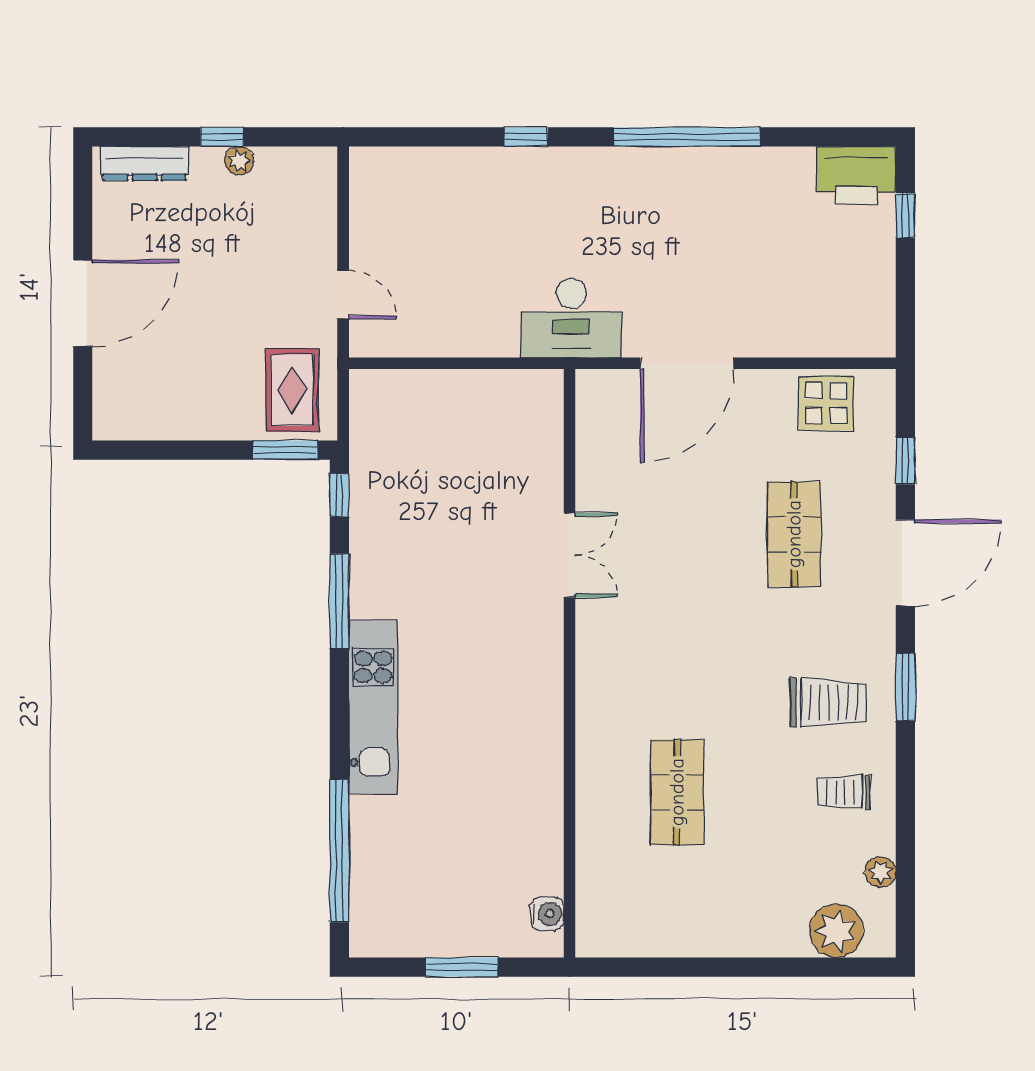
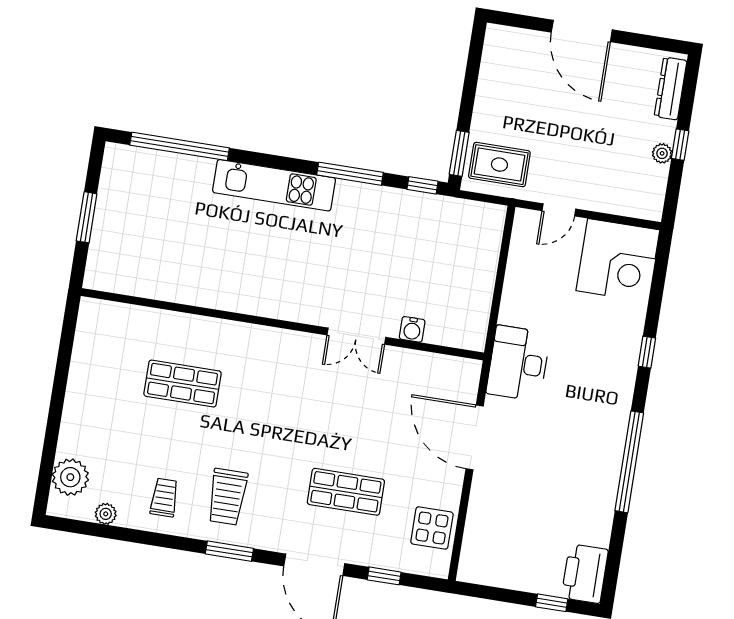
corner desk: (402, 199) -> (618, 260), added
water cooler: (547, 914) -> (412, 329), moved

